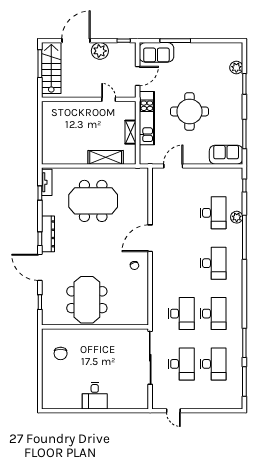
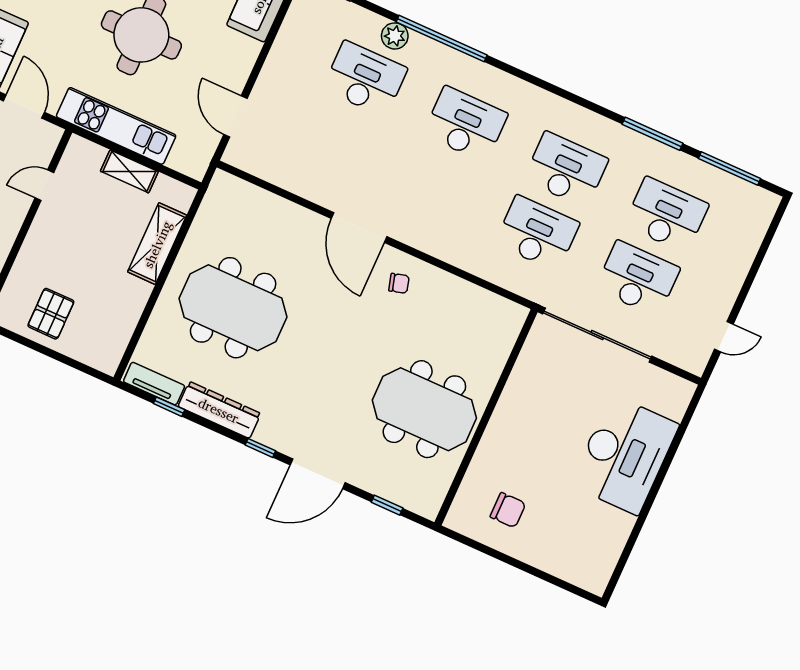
pallet: (56, 126) -> (51, 314), added
meeting table: (93, 201) -> (233, 308), turned 90
dresser: (48, 234) -> (219, 410), moved
desk: (95, 396) -> (625, 455), width x1.87, depth x1.30

